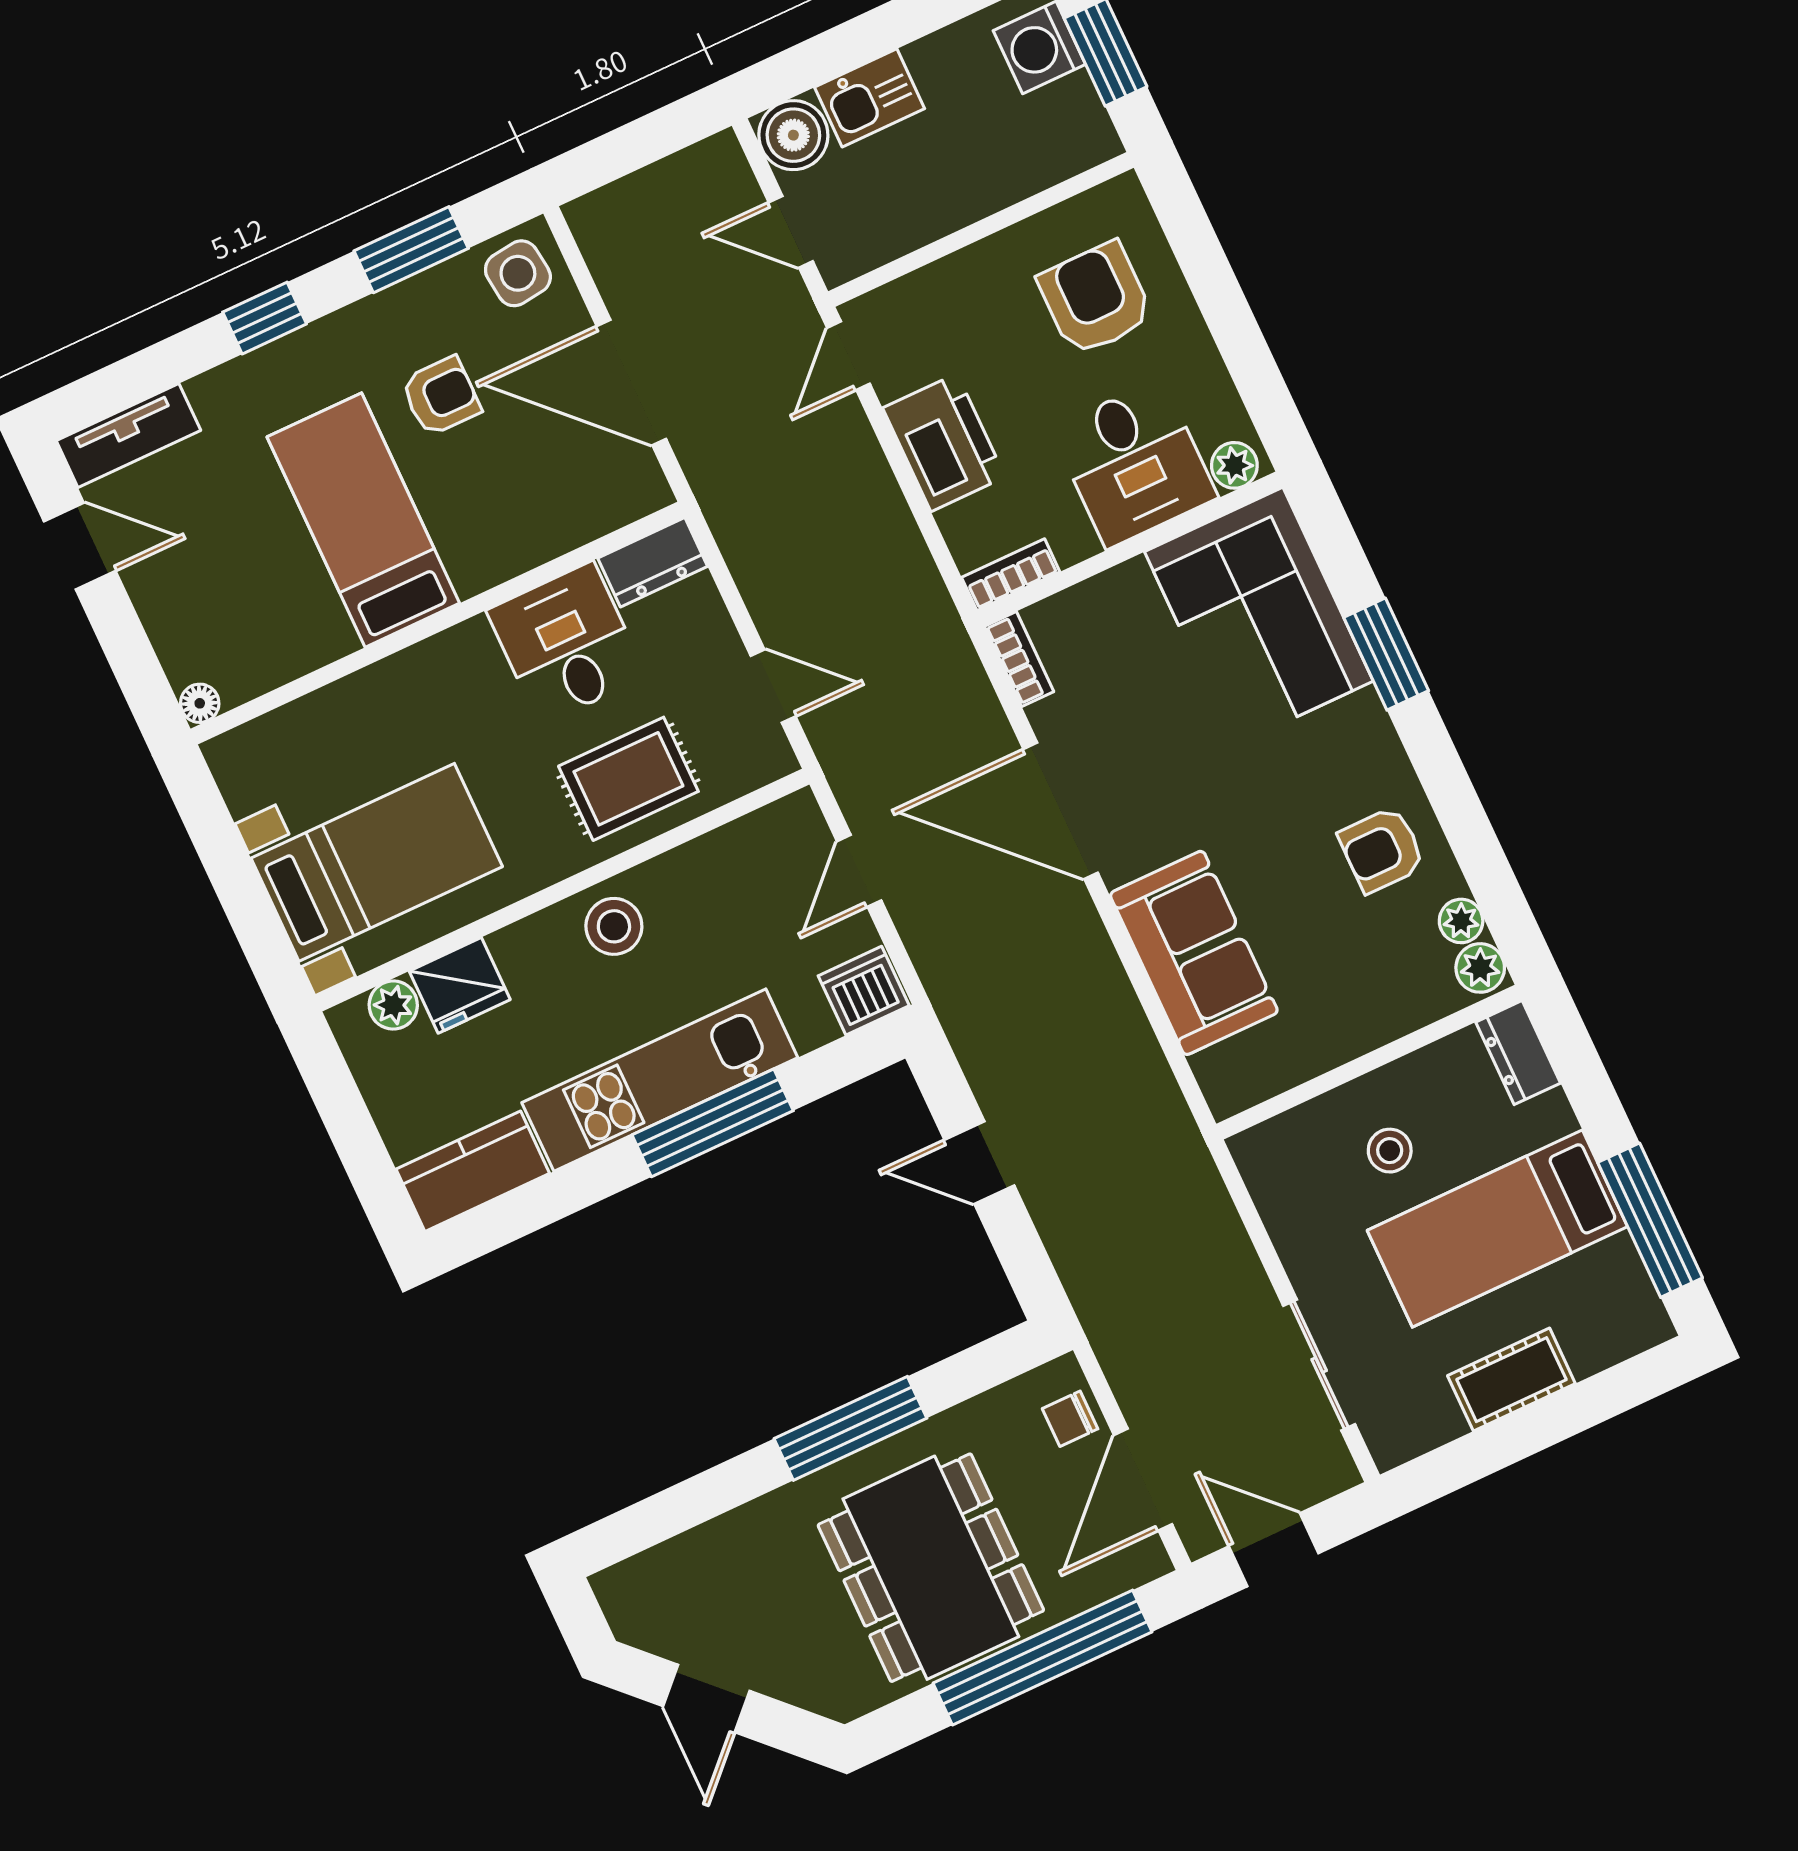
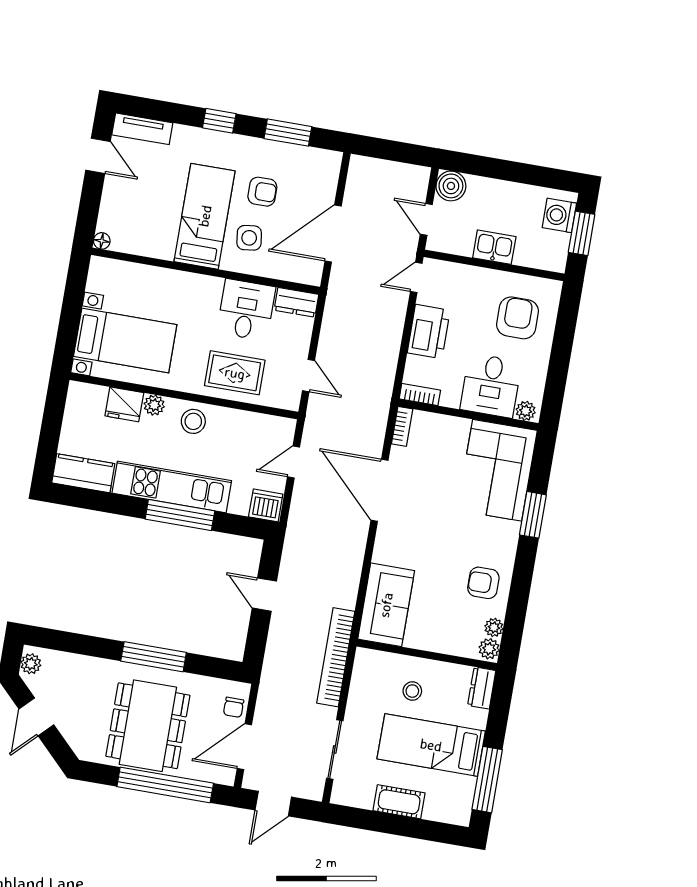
kitchen sink: (869, 98) -> (494, 247), moved, turned 180
side table: (518, 273) -> (249, 238), moved
door: (631, 382) -> (333, 234), hinge flipped
sofa: (1194, 953) -> (386, 605), moved
plant: (393, 1005) -> (154, 405), moved
bookcase: (1199, 1188) -> (336, 657), added
chair: (1070, 1419) -> (234, 707), turned -90
door: (1274, 1550) -> (273, 804), swing flipped
plant: (625, 1605) -> (31, 664), added

